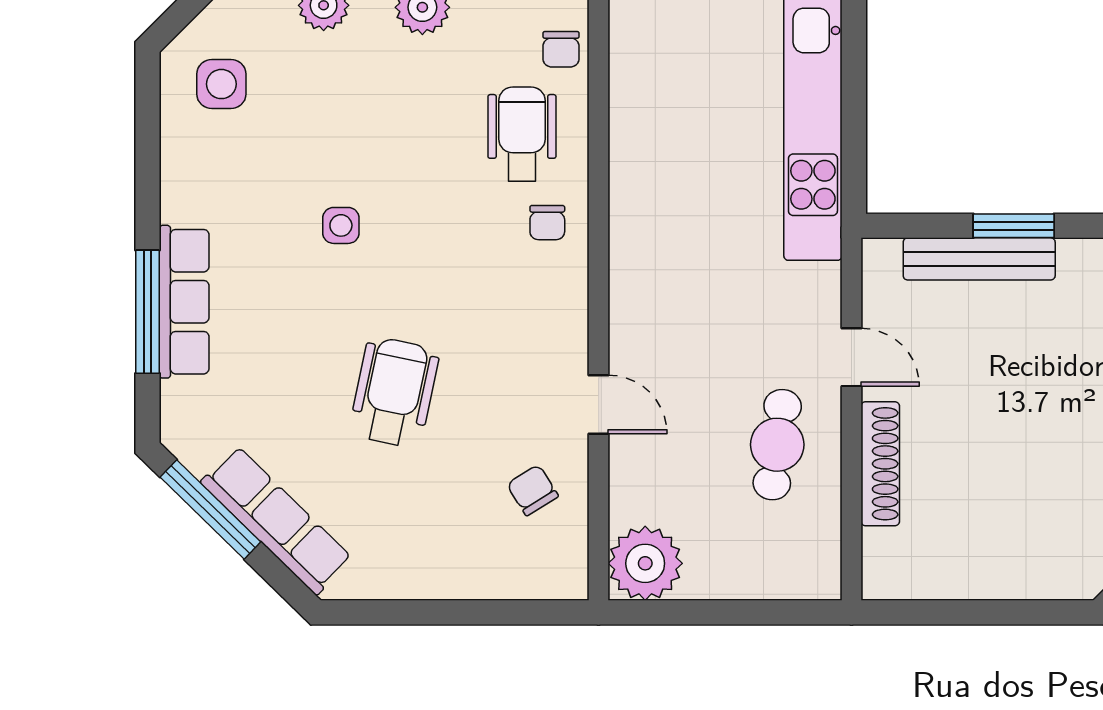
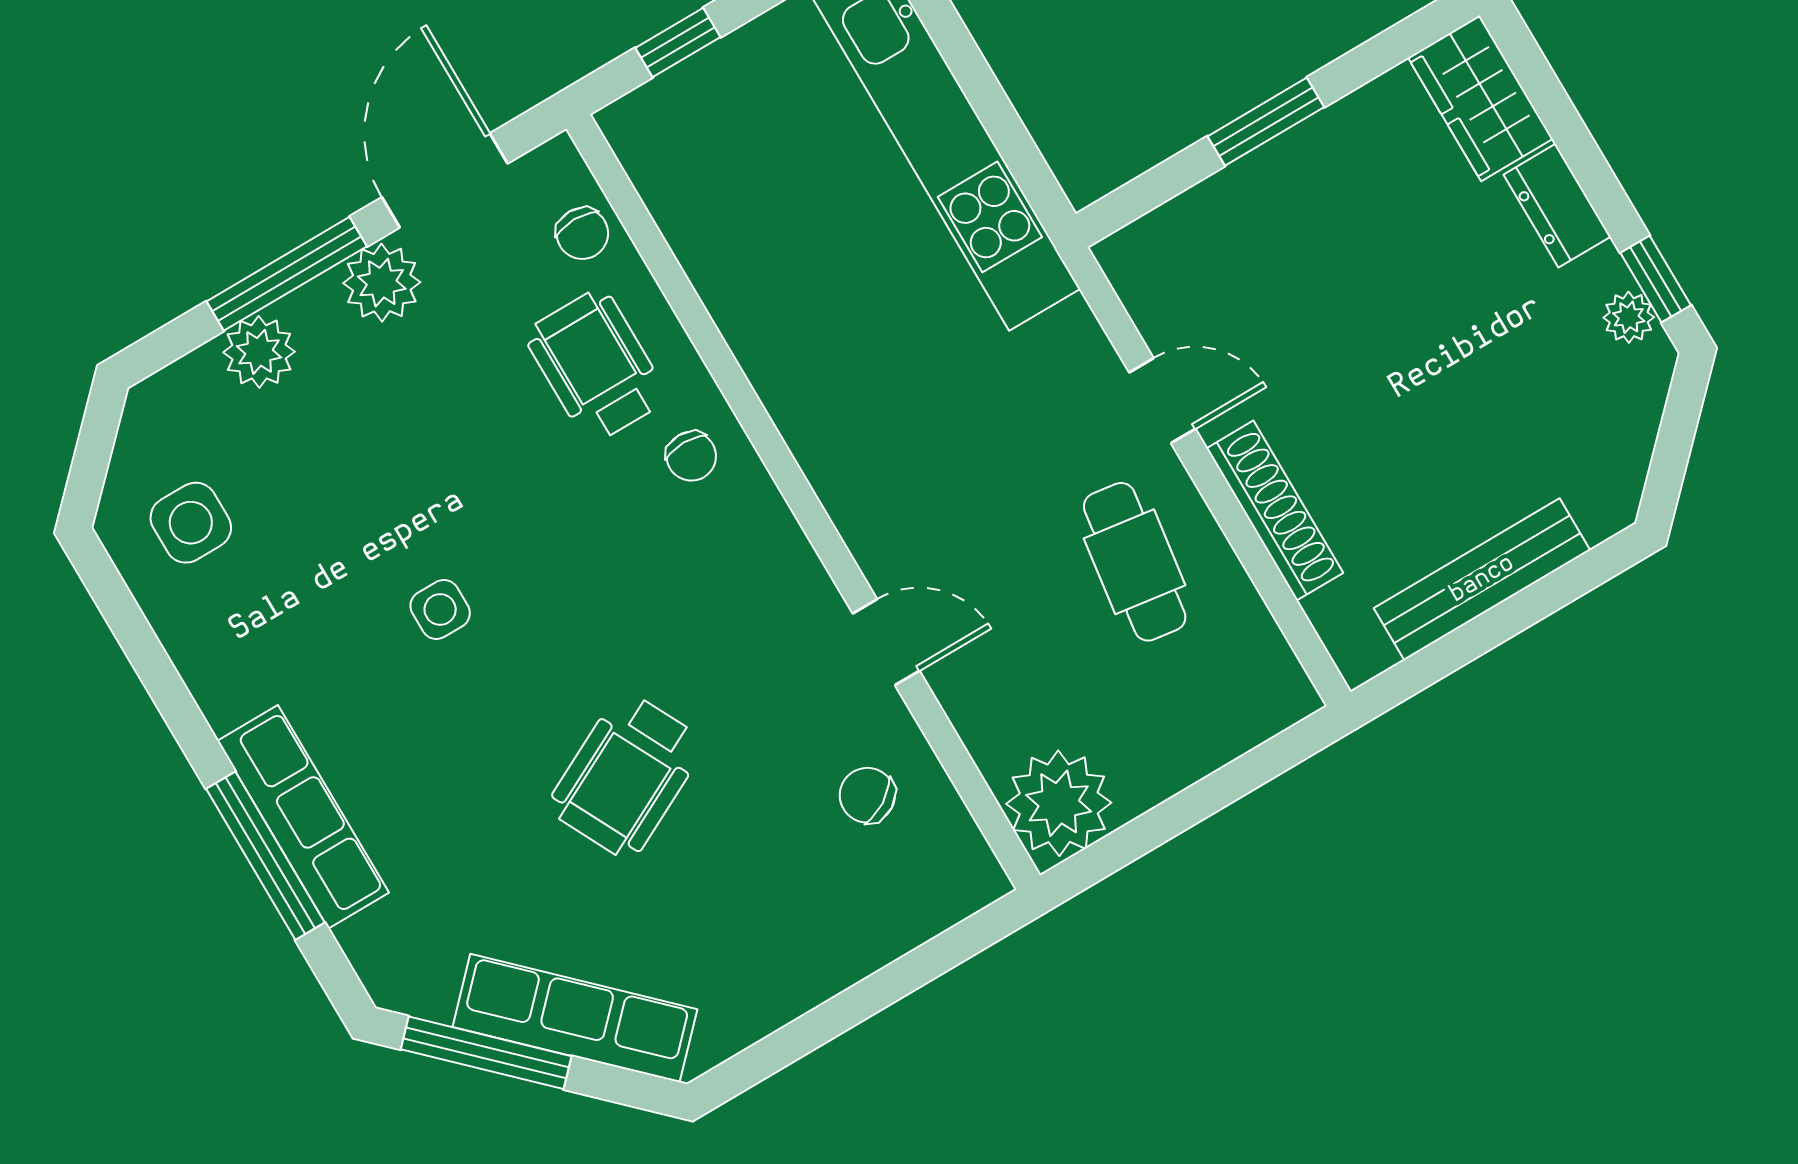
bench: (979, 259) -> (1482, 579), moved
wheelchair: (394, 392) -> (626, 775), turned -129

